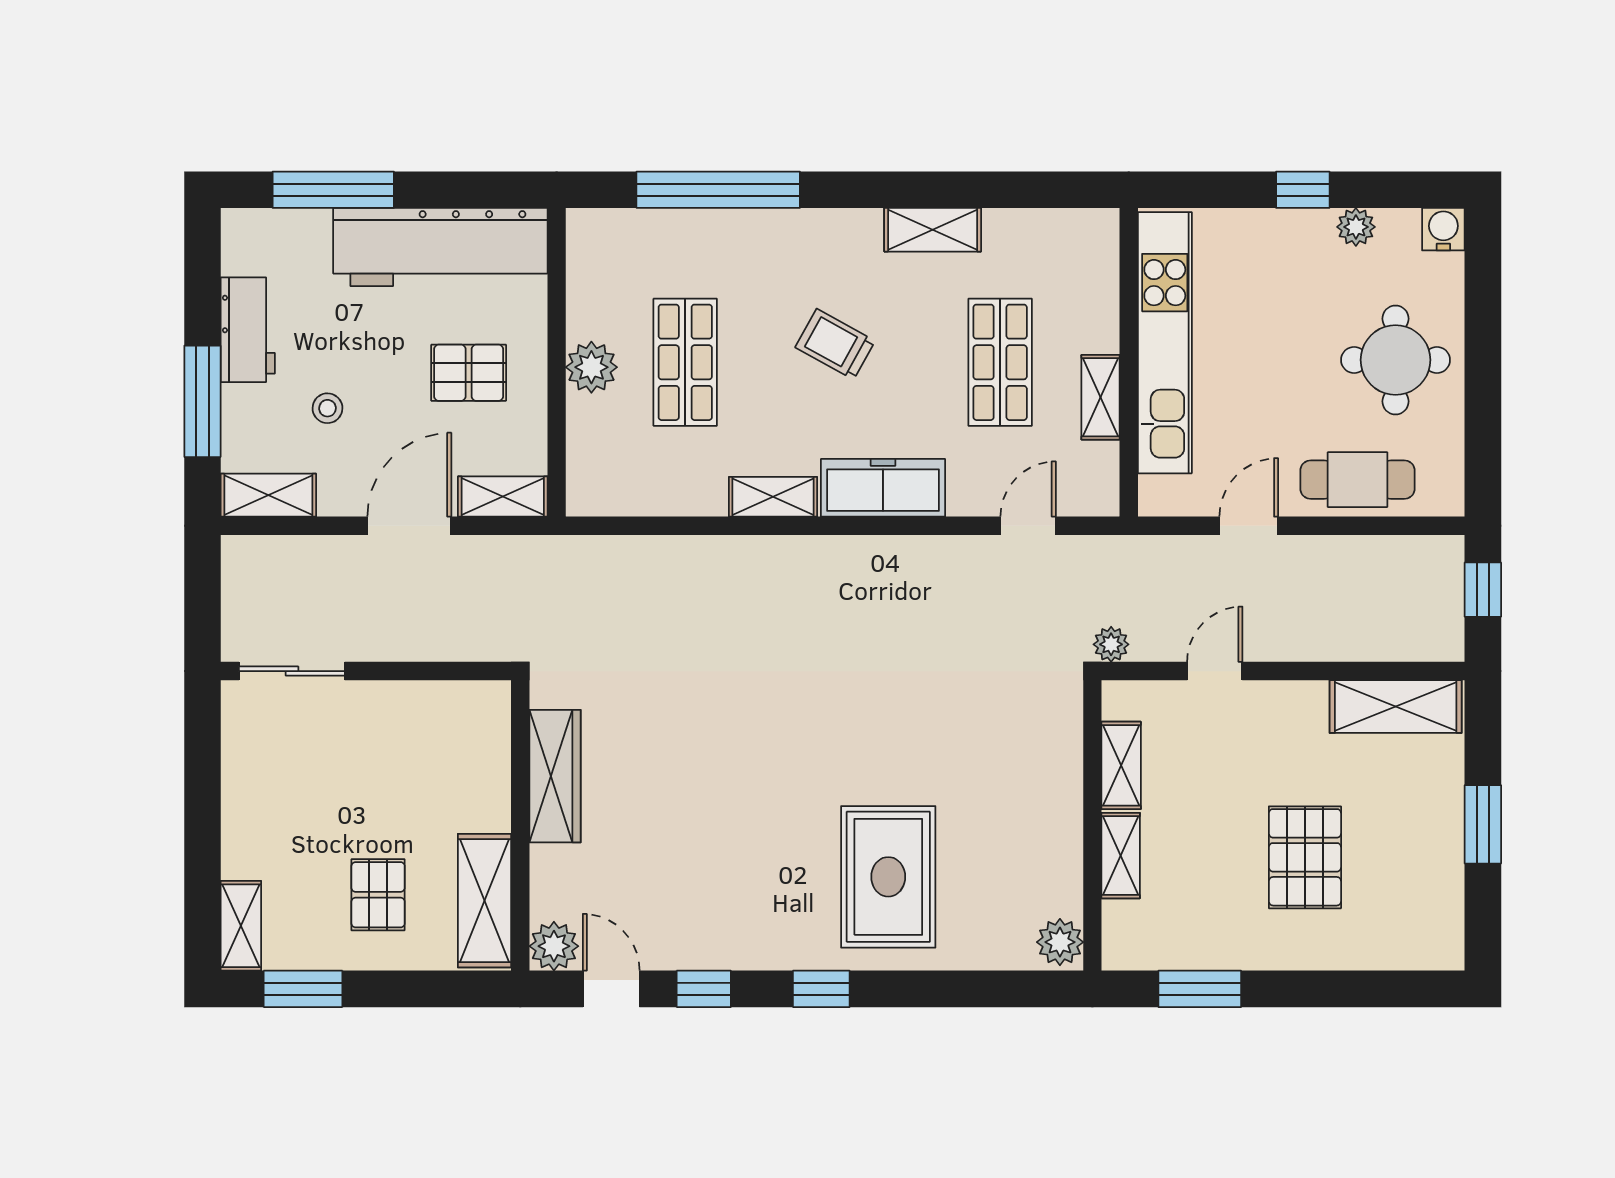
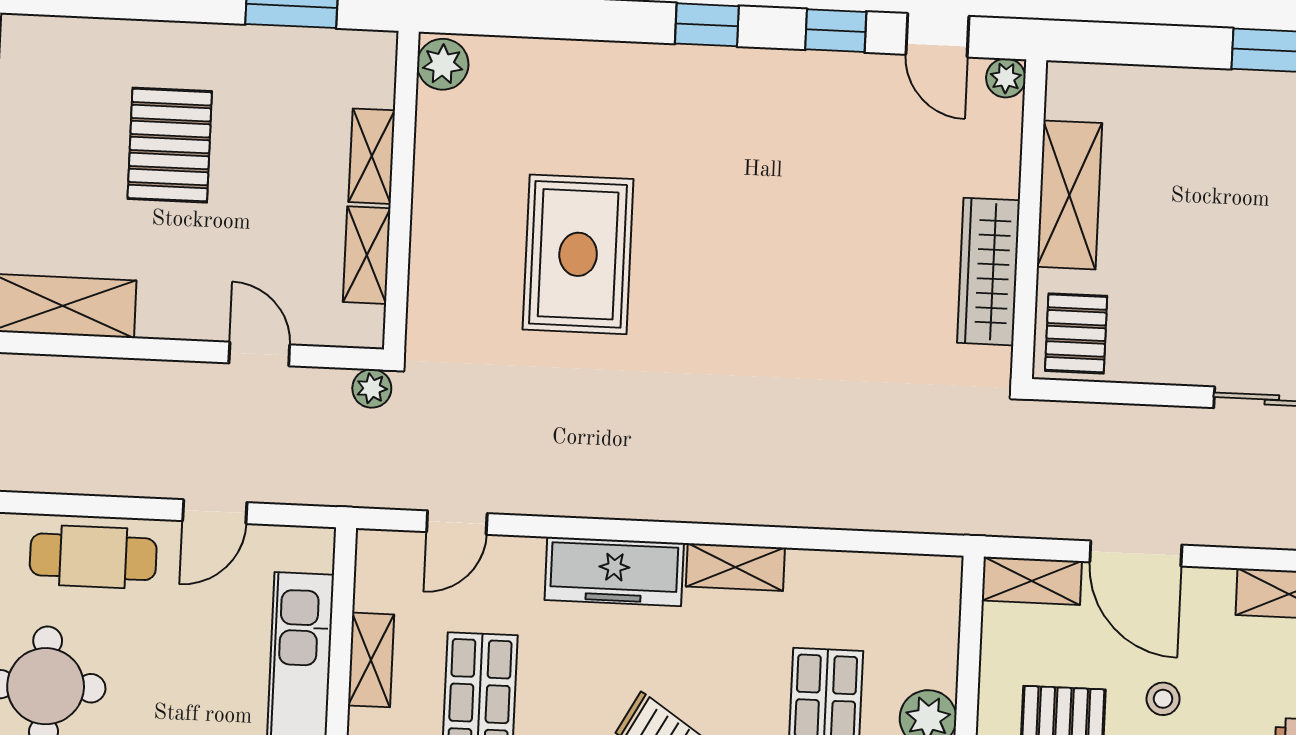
stool: (327, 408) -> (1163, 699), moved
door: (409, 526) -> (1136, 553), hinge flipped
door: (1215, 671) -> (259, 354), swing flipped
rug: (888, 877) -> (578, 254), moved
pallet: (378, 895) -> (1076, 333), moved
shelving: (484, 901) -> (1069, 195), moved
plant: (554, 946) -> (1006, 78), width x0.73, depth x0.73

